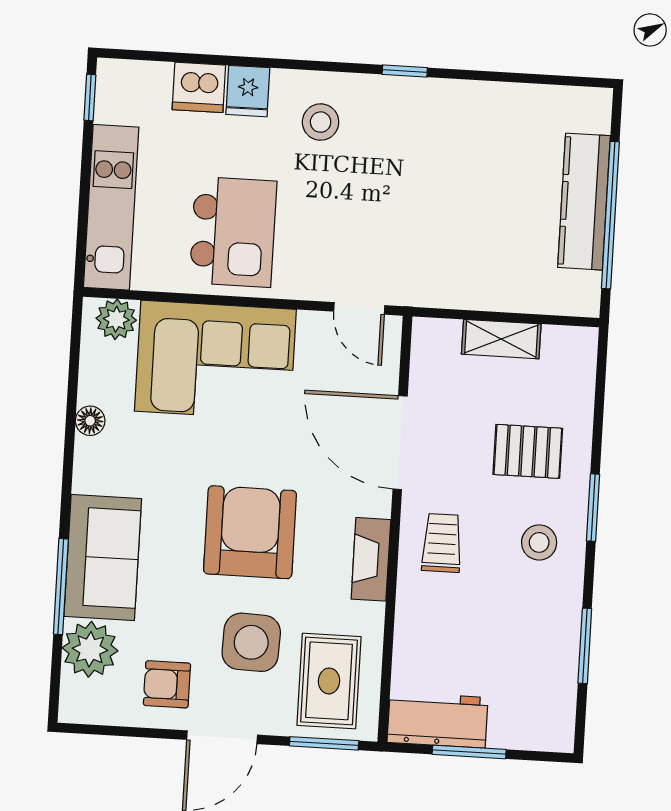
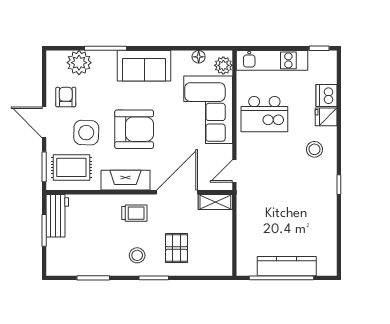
shelving: (501, 339) -> (215, 202), moved, turned 90
floor lamp: (90, 421) -> (199, 57), moved
sofa: (103, 558) -> (144, 66), moved
fireplace: (371, 559) -> (125, 180), width x1.37, depth x1.32

